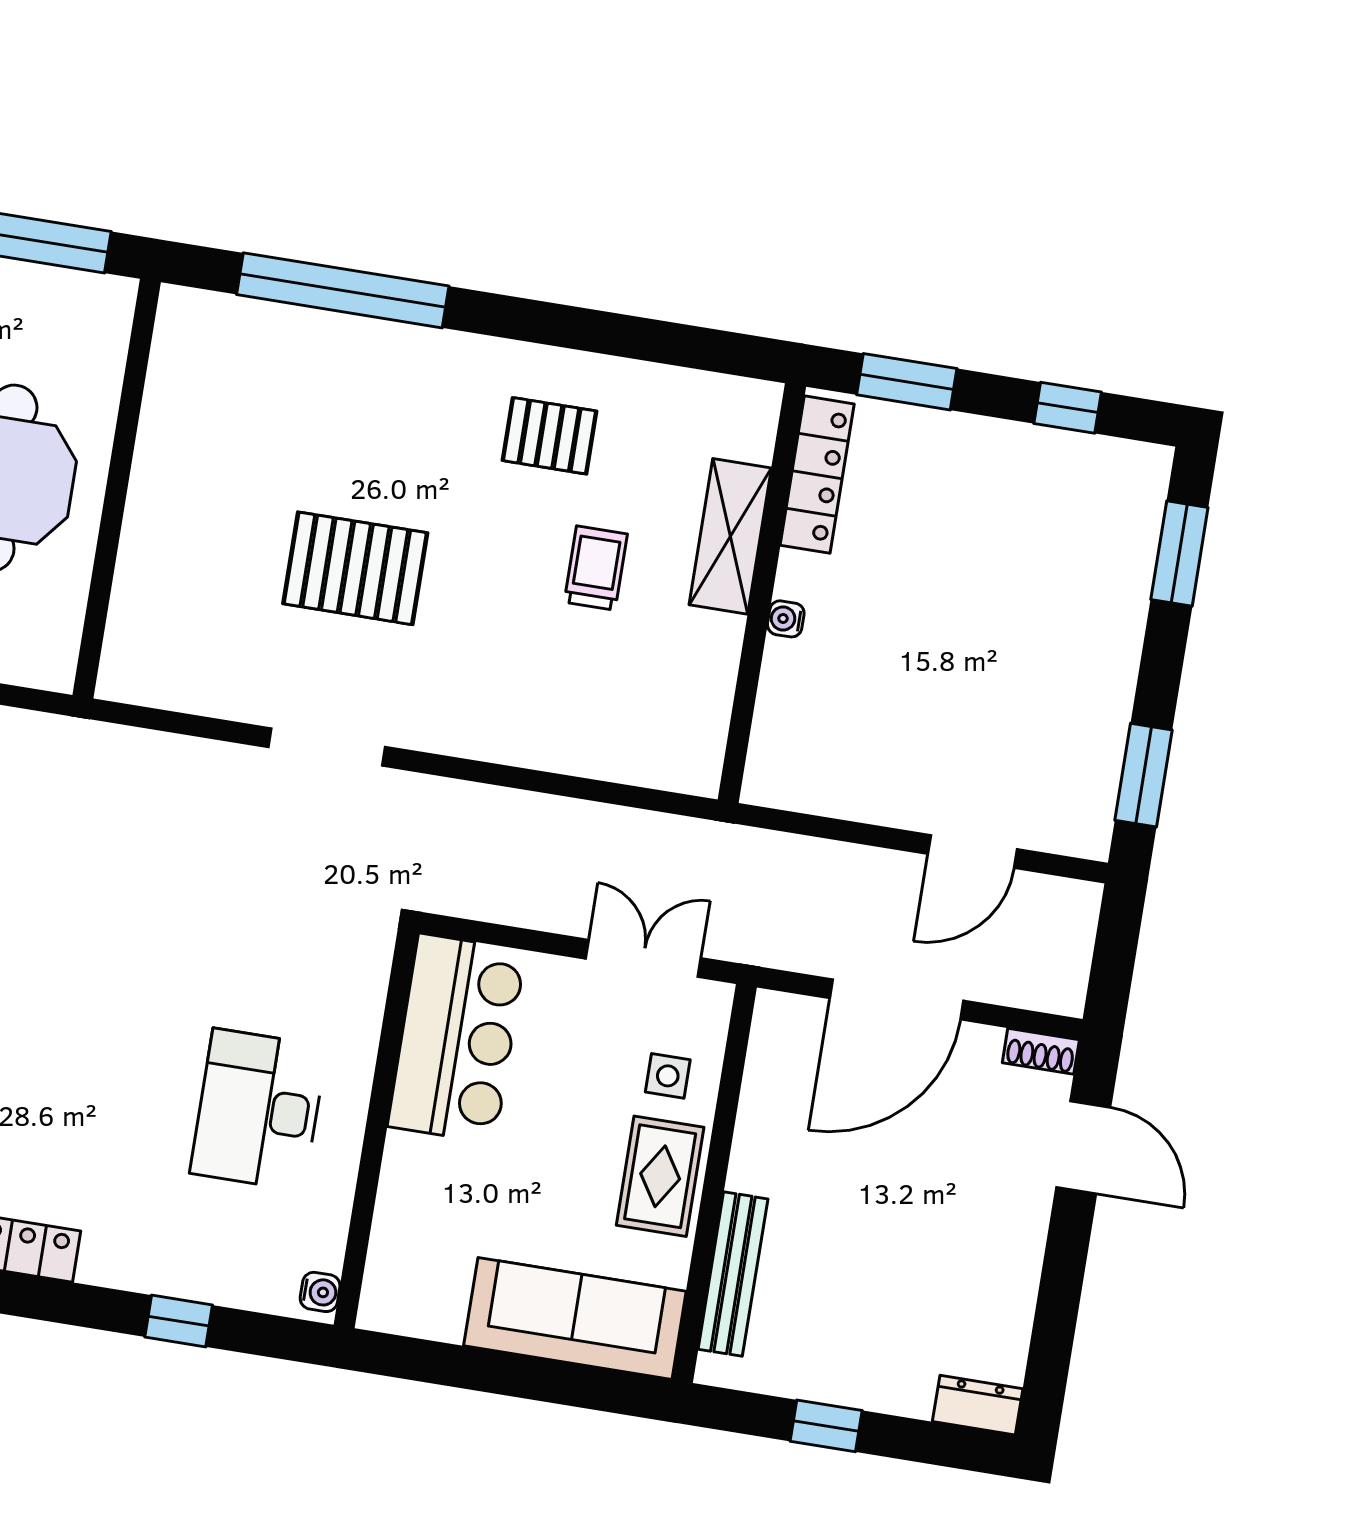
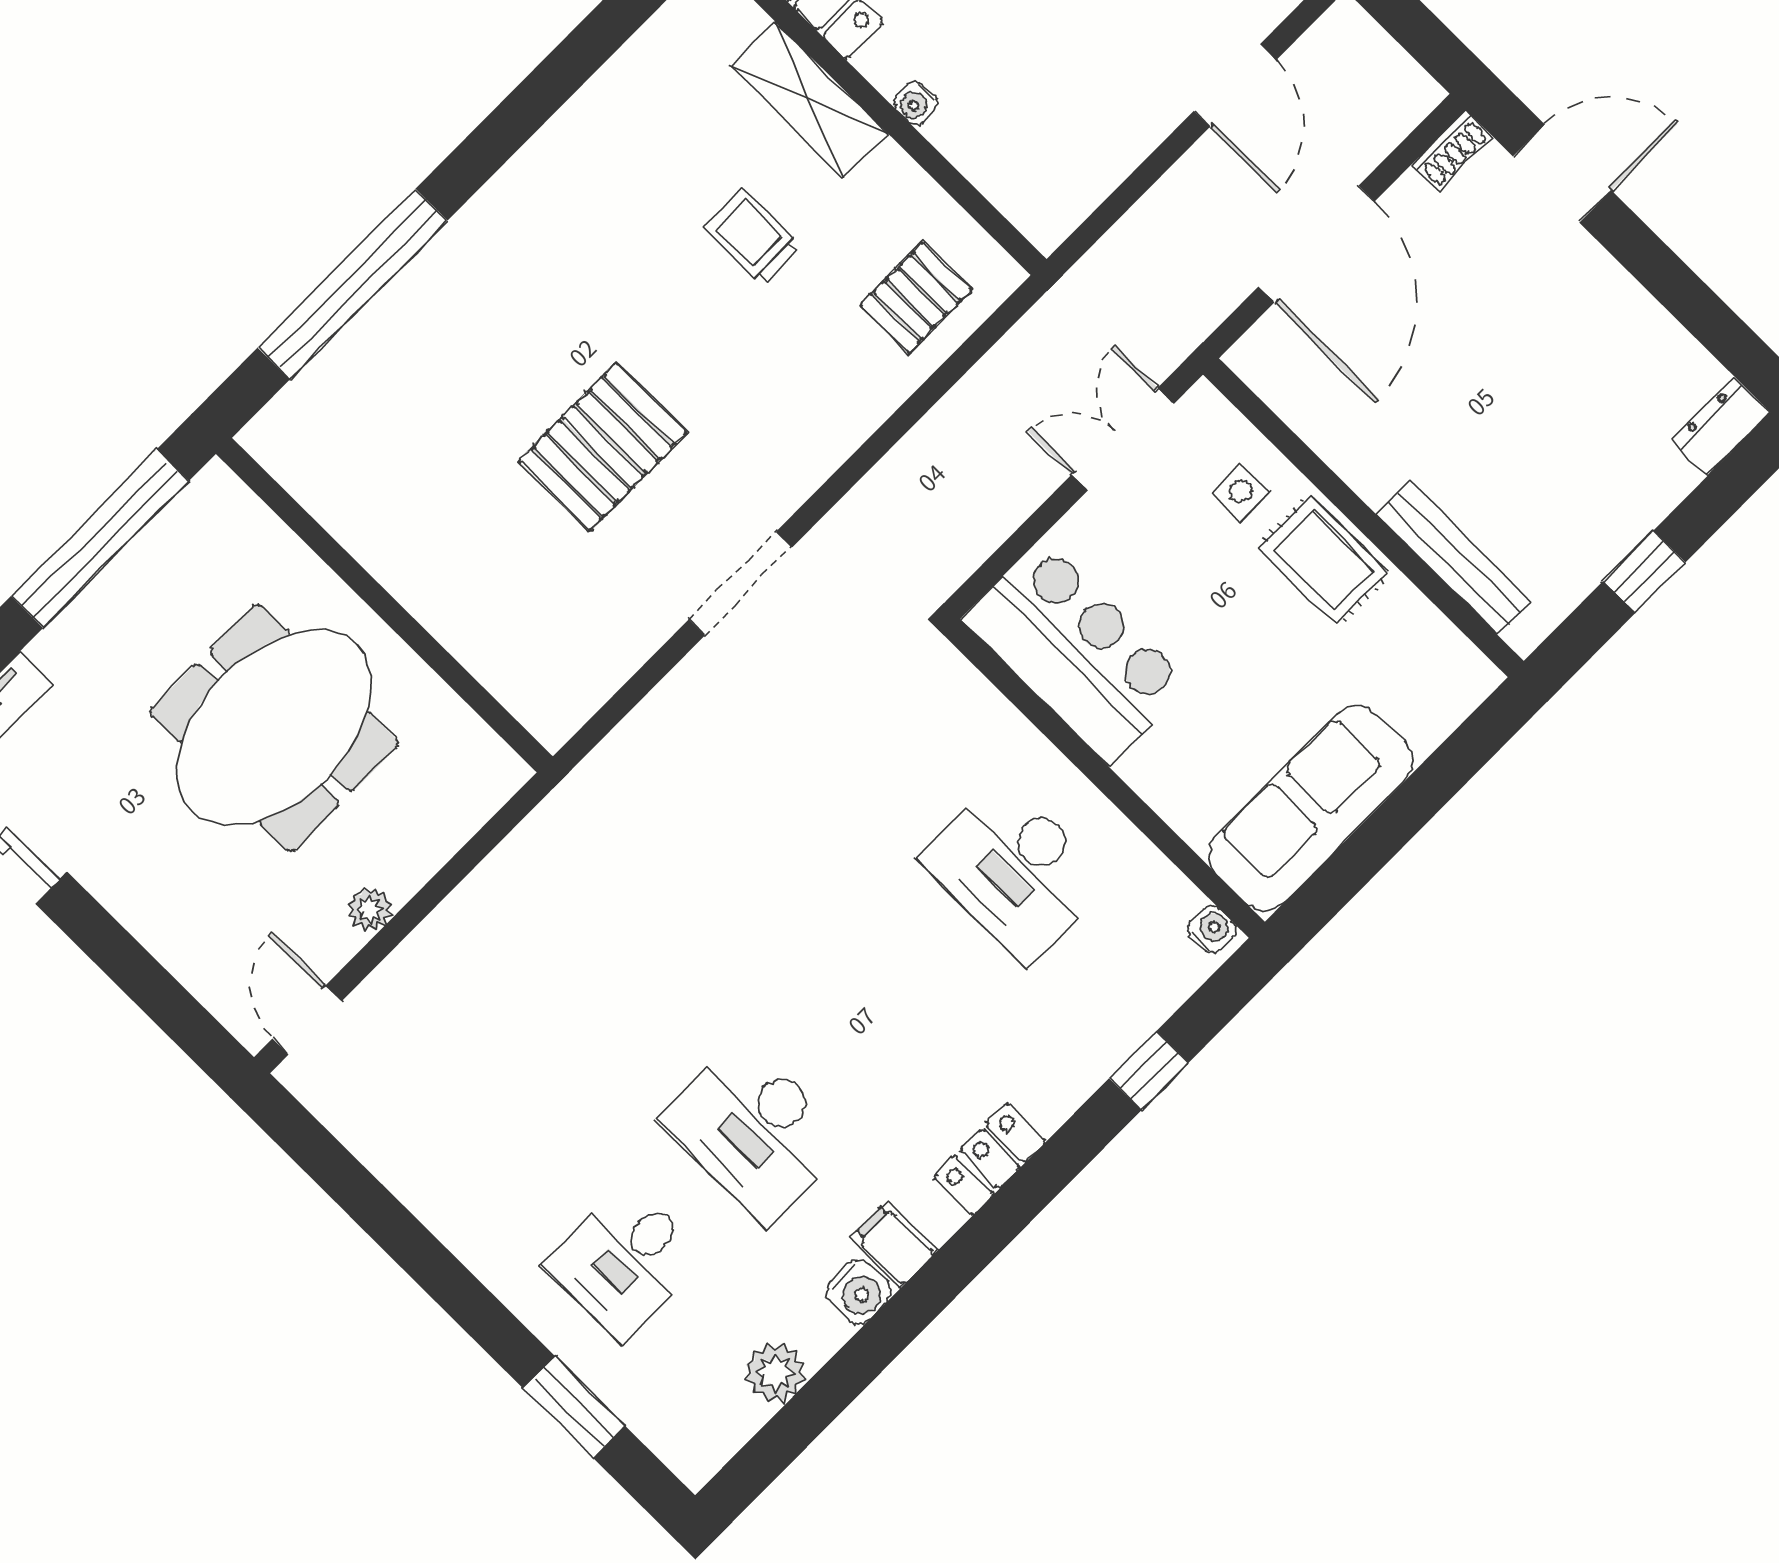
pallet: (550, 436) -> (916, 297), moved
sofa: (575, 1318) -> (1310, 808), moved

